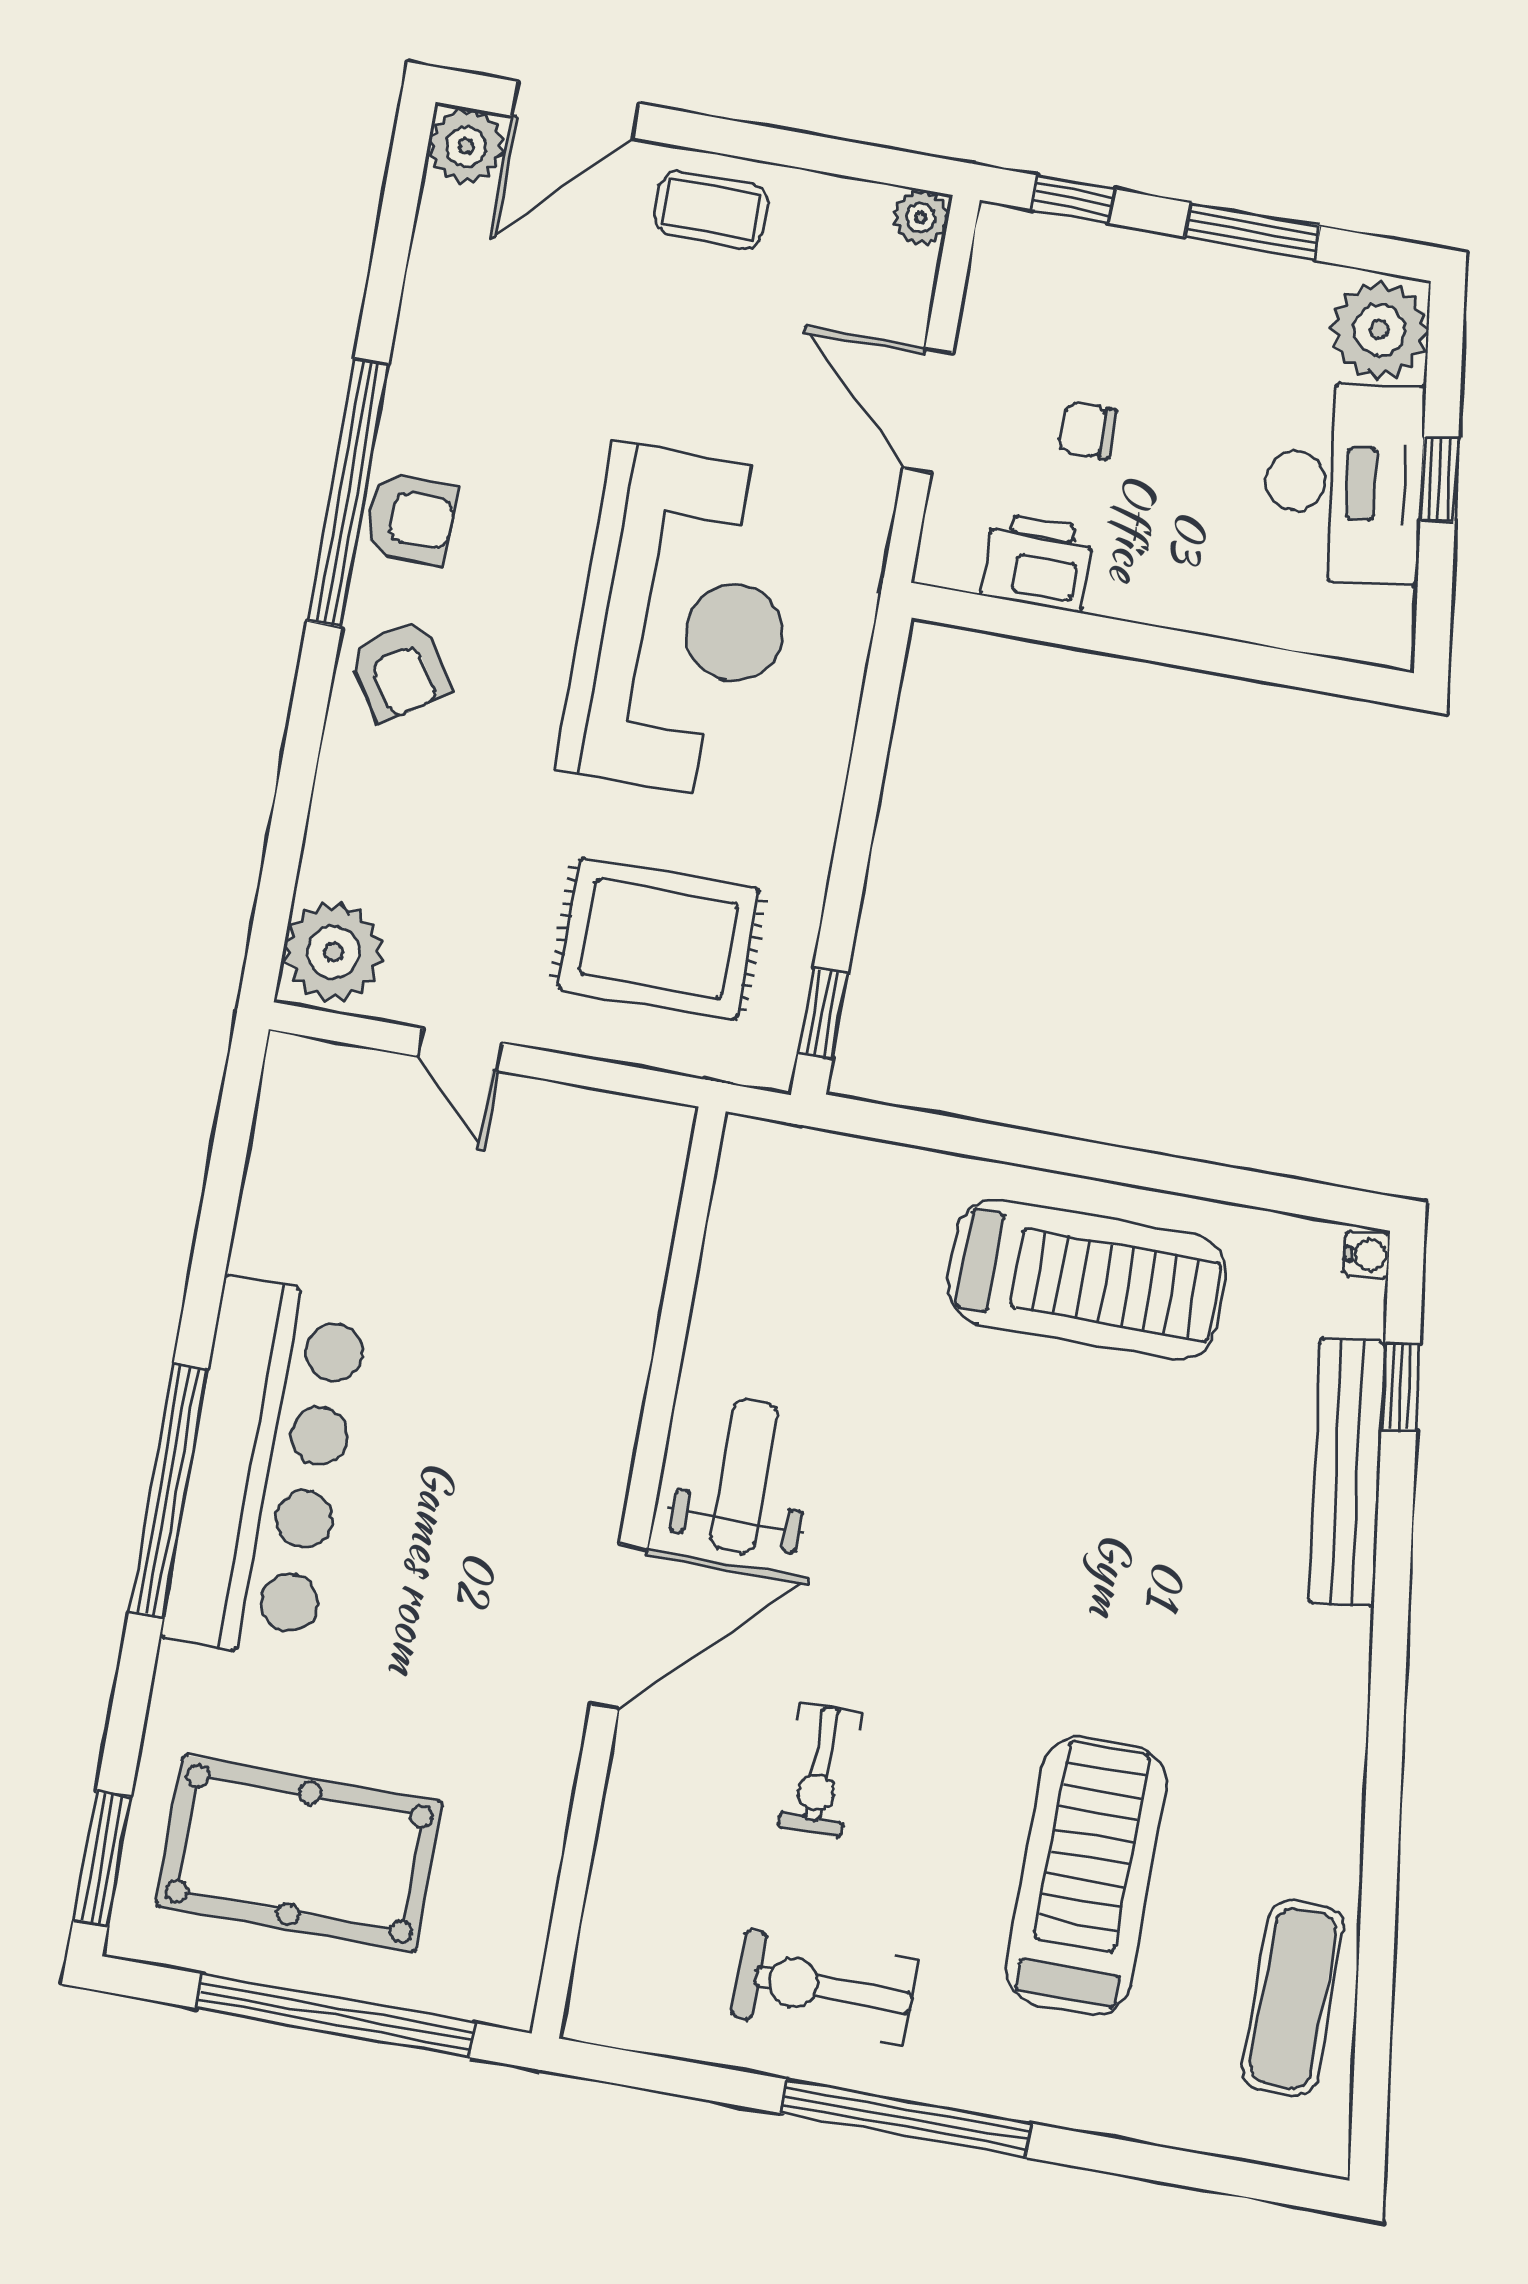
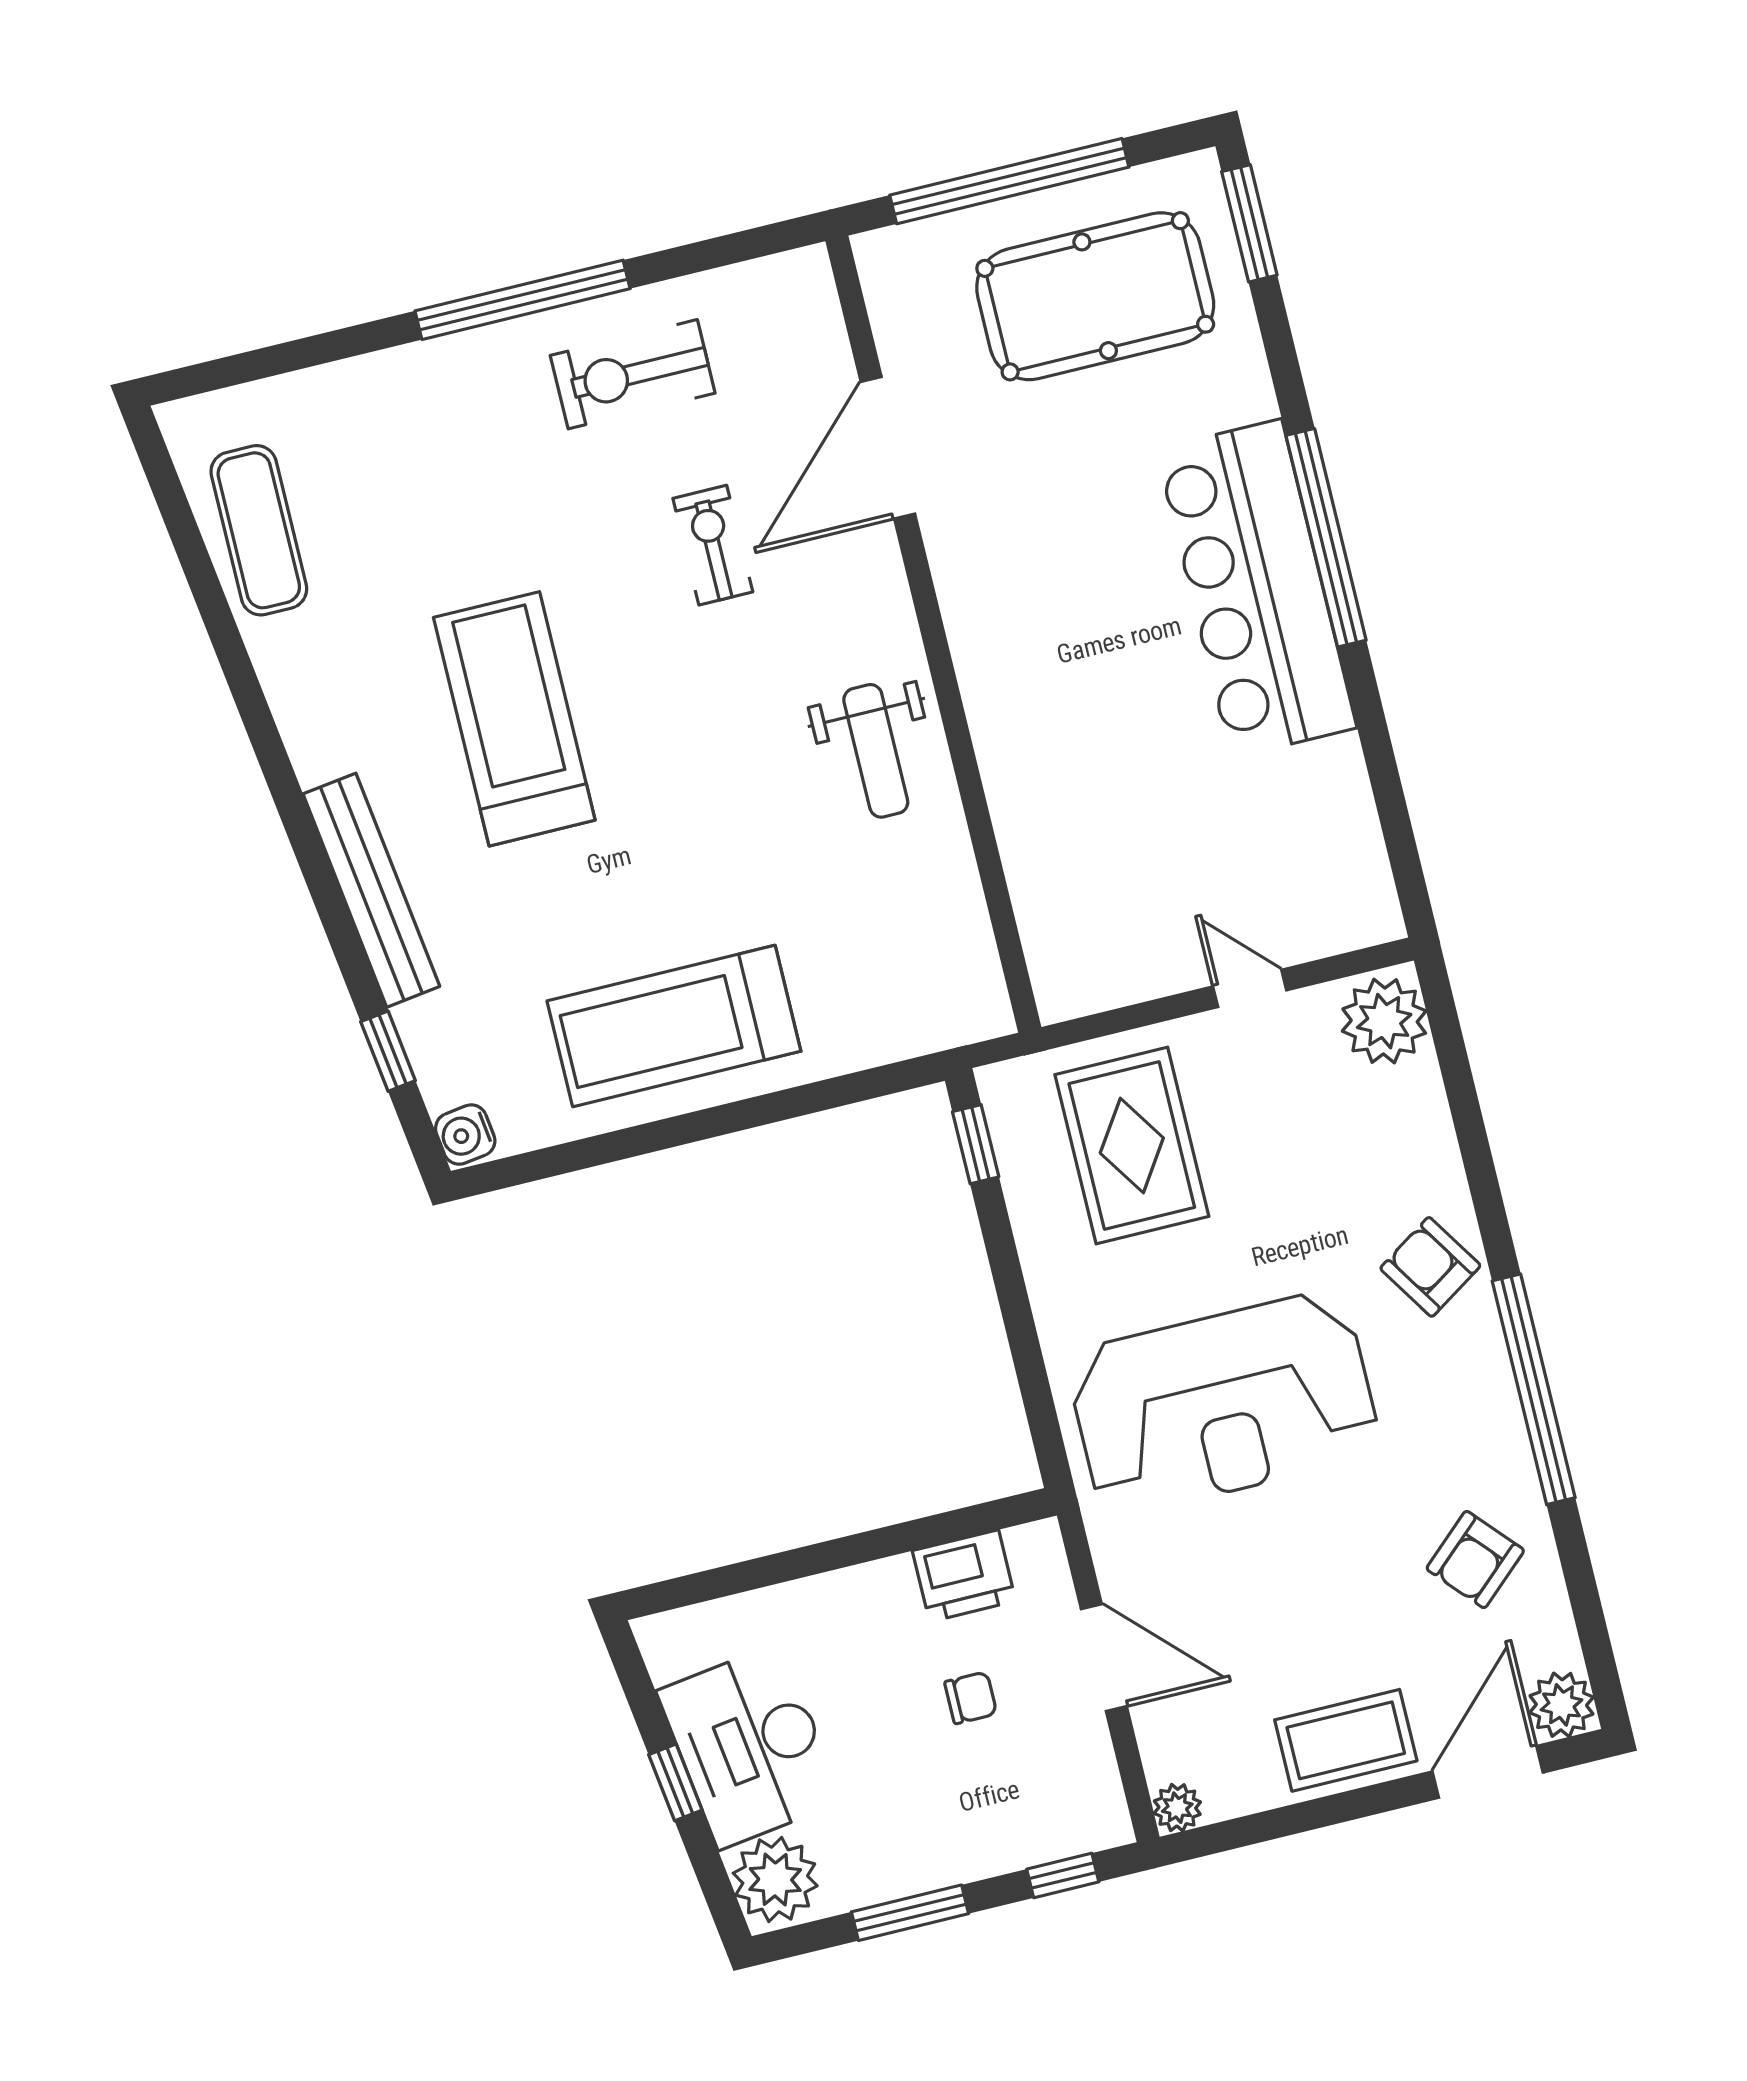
coffee table: (711, 210) -> (1346, 1740), width x1.36, depth x1.30
armchair: (410, 519) -> (1475, 1560), moved, turned -42
reception desk: (683, 623) -> (1223, 1404), turned -90
rug: (658, 939) -> (1132, 1145), turned 90
water cooler: (1367, 1255) -> (465, 1135), width x1.38, depth x1.38
bench: (1347, 1472) -> (371, 890), moved
door: (619, 1627) -> (888, 448), moved
treadmill: (1087, 1876) -> (514, 719), moved, turned 180
exercise bike: (825, 1988) -> (633, 374), turned 180

